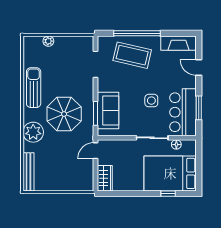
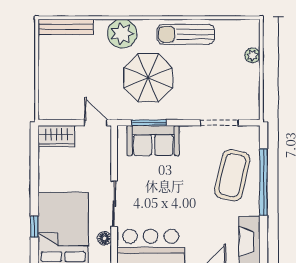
sun lounger: (34, 88) -> (186, 34), turned 180
side table: (151, 101) -> (167, 203), removed

